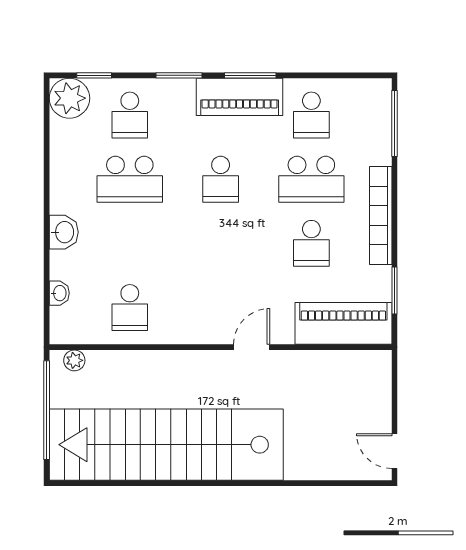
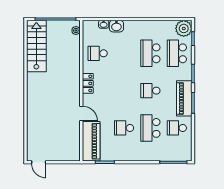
school desk: (130, 115) -> (177, 53), width x1.85
bookcase: (381, 216) -> (135, 156), removed
washbasin: (64, 232) -> (116, 26), moved
locker: (203, 331) -> (88, 83), added
door: (252, 347) -> (81, 114), moved
stairs: (166, 445) -> (36, 46), width x0.54, depth x0.66
door: (395, 451) -> (39, 162), swing flipped

